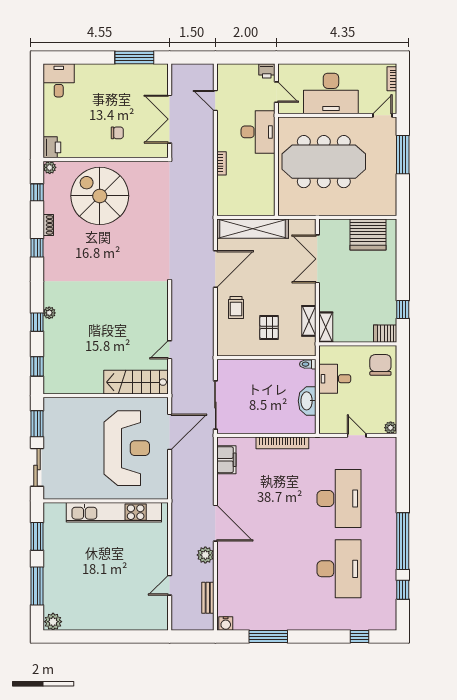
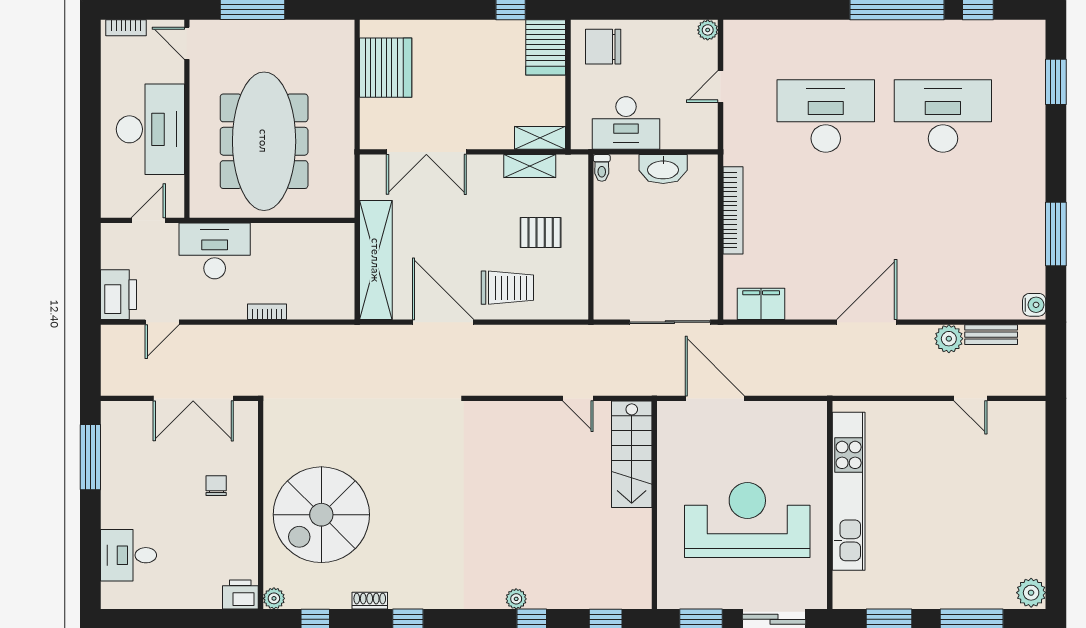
printer: (267, 71) -> (118, 295), moved, width x1.87, depth x1.48
desk: (59, 80) -> (128, 555), moved
trolley: (236, 307) -> (507, 288), width x1.36, depth x1.39
server rack: (385, 334) -> (546, 47), width x1.36, depth x1.44
desk: (335, 379) -> (626, 123), width x1.37
reception desk: (127, 448) -> (747, 520), moved
plant: (205, 555) -> (949, 339), moved
window: (359, 637) -> (1056, 82), width x1.50

